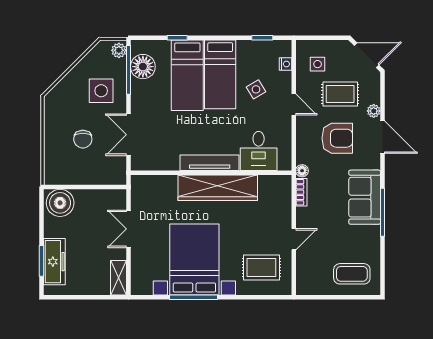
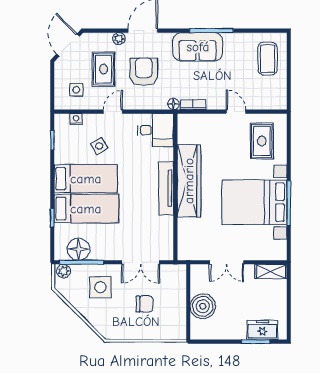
desk: (259, 151) -> (155, 130), moved
boiler: (60, 203) -> (203, 306), moved
freezer: (54, 262) -> (262, 330), width x0.71

